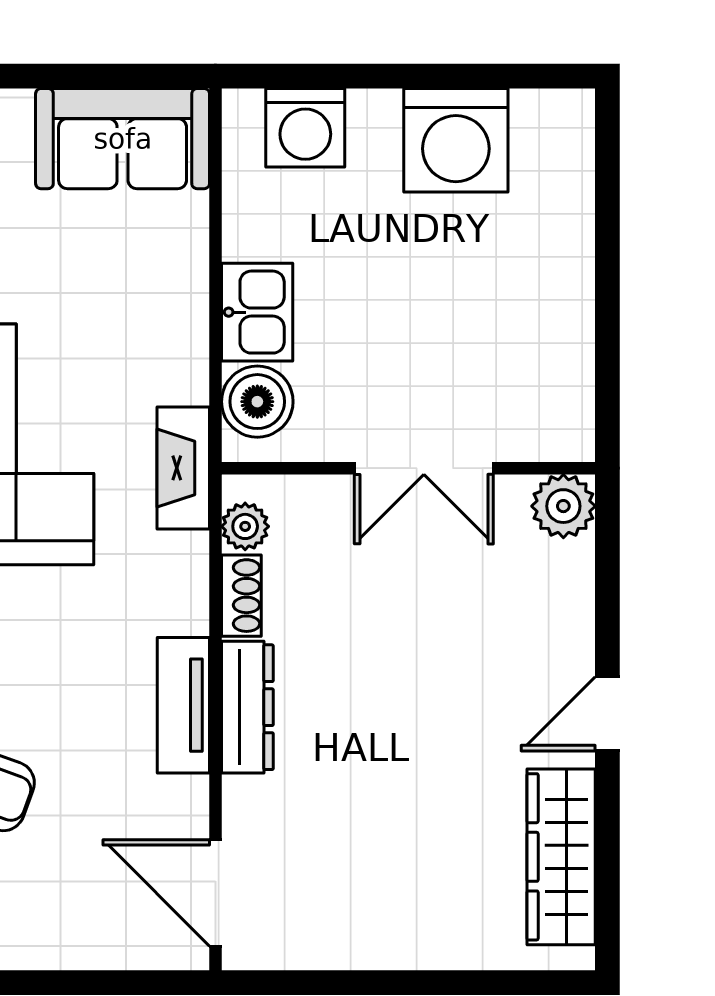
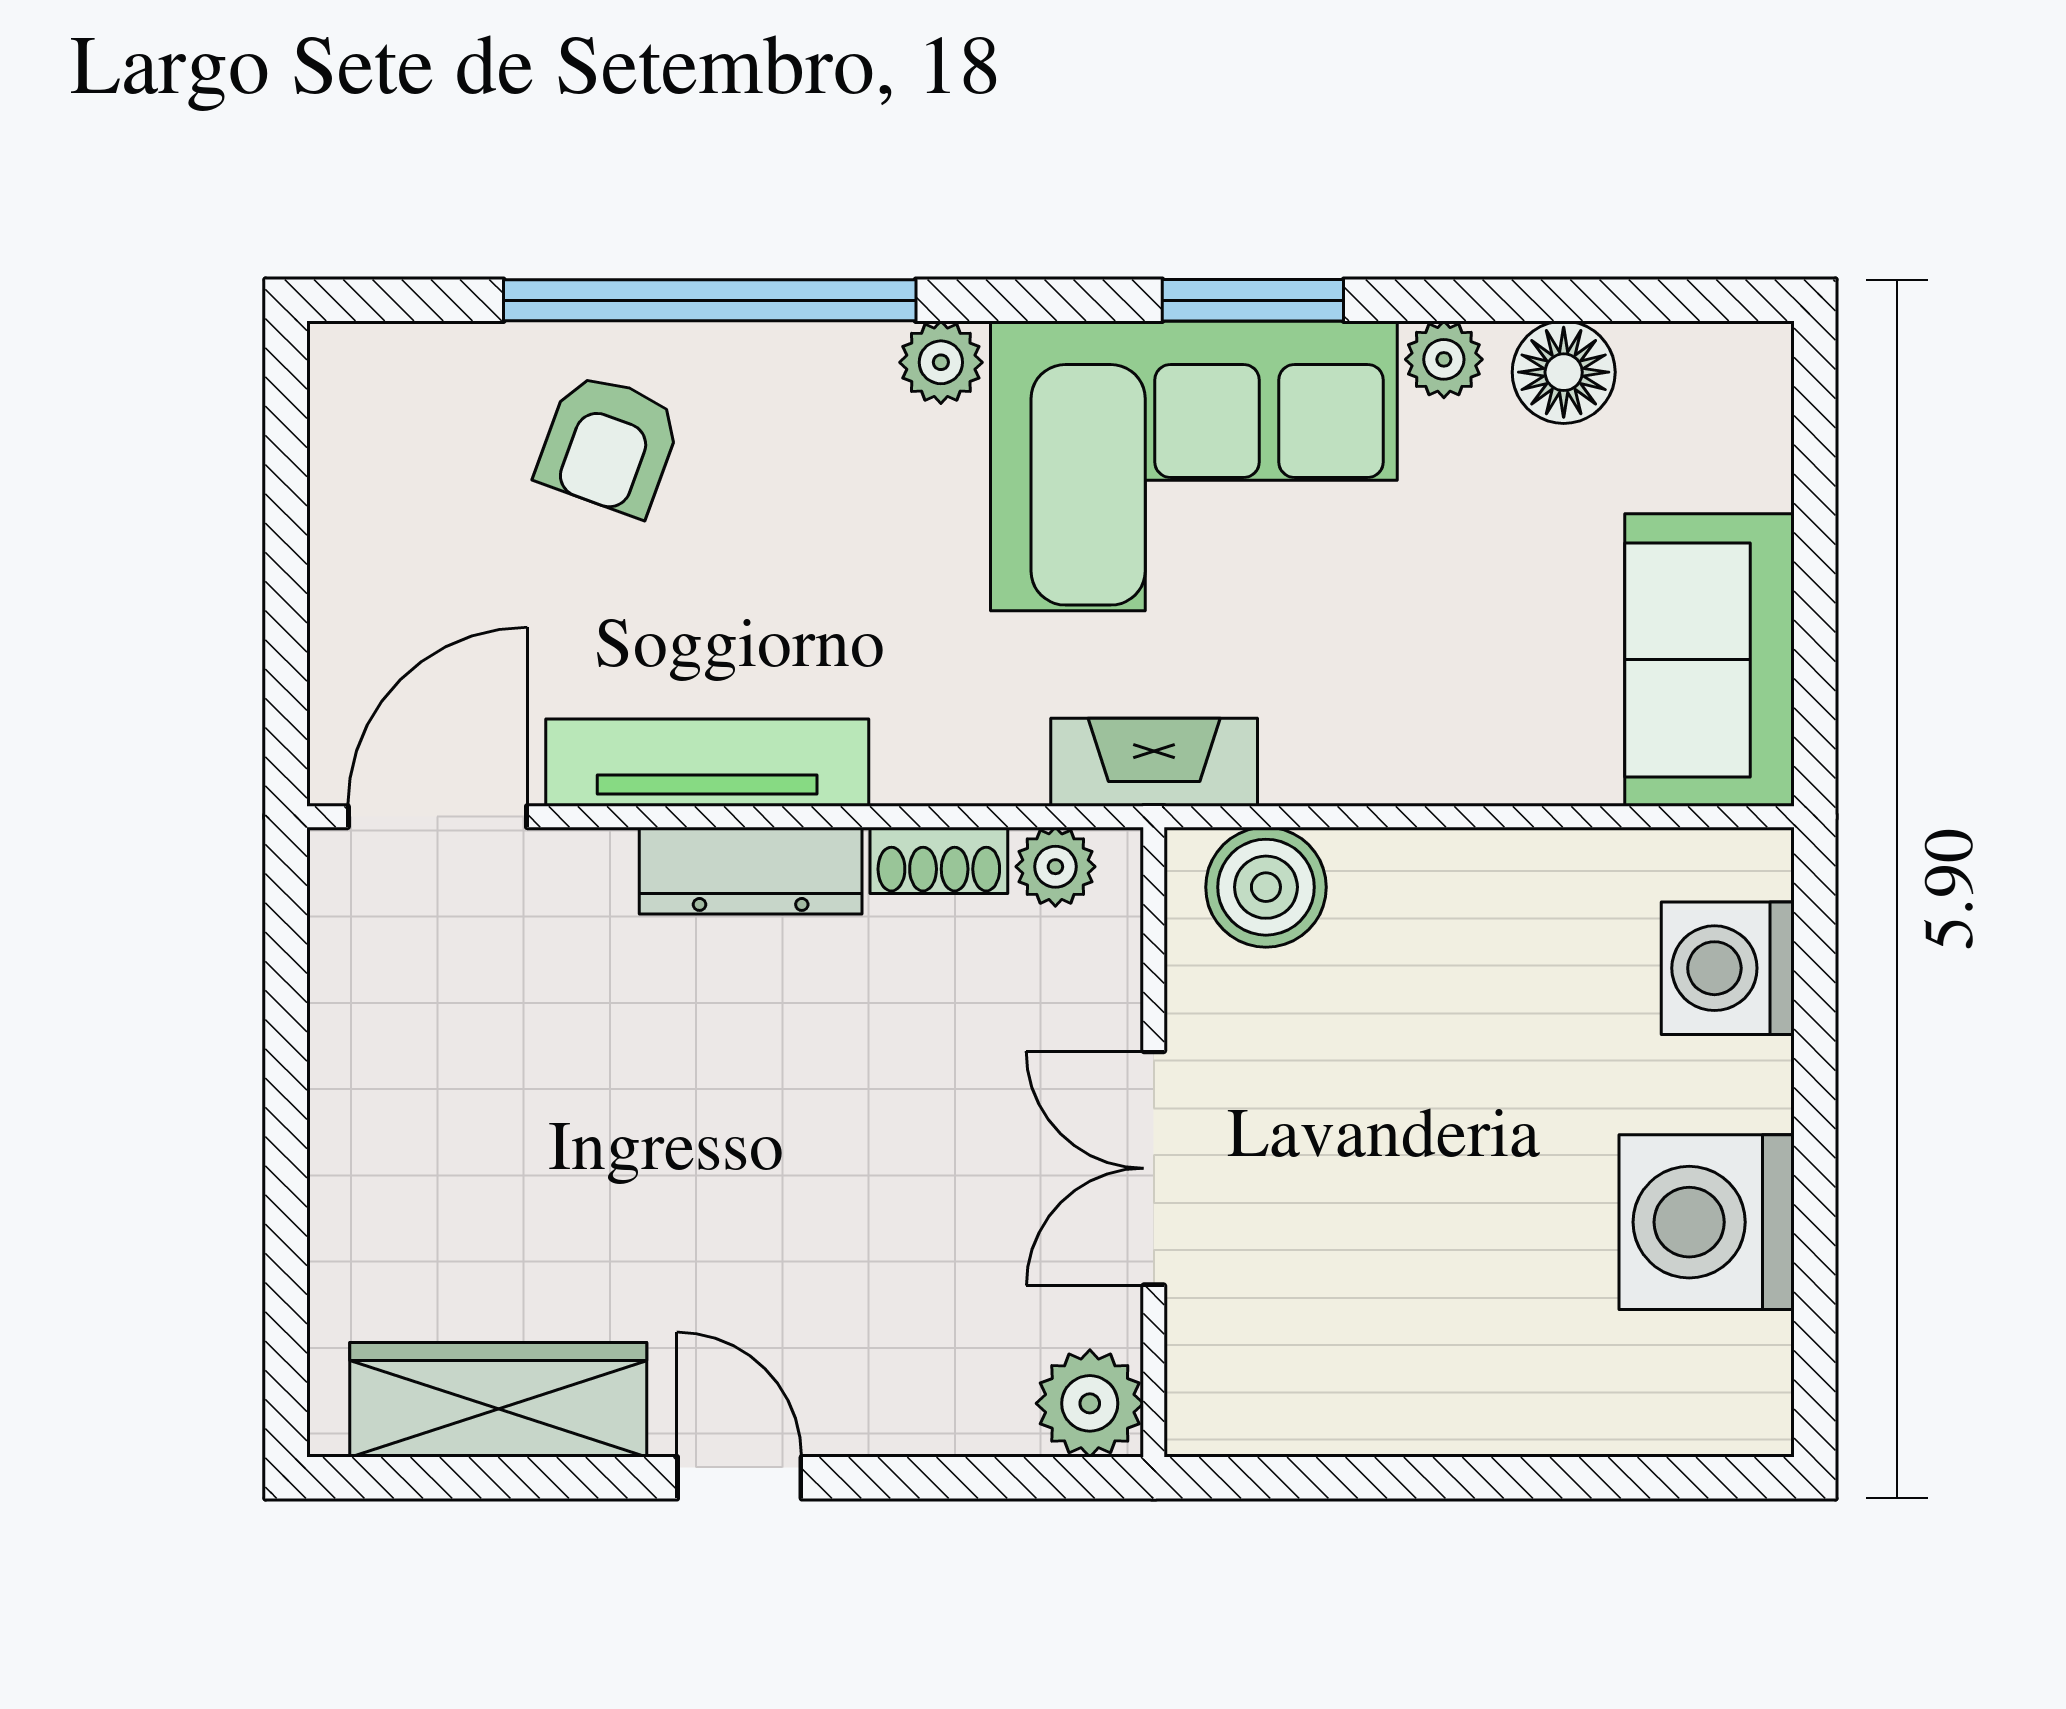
kitchen sink: (257, 312) -> (1417, 887), removed
tv unit: (183, 705) -> (707, 763), width x1.41

